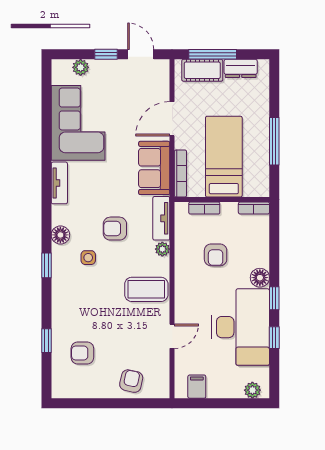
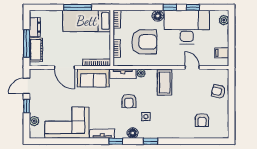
bed: (224, 157) -> (87, 21), moved
armchair: (216, 255) -> (144, 42), width x1.88, depth x1.88
window: (46, 341) -> (116, 141), moved

